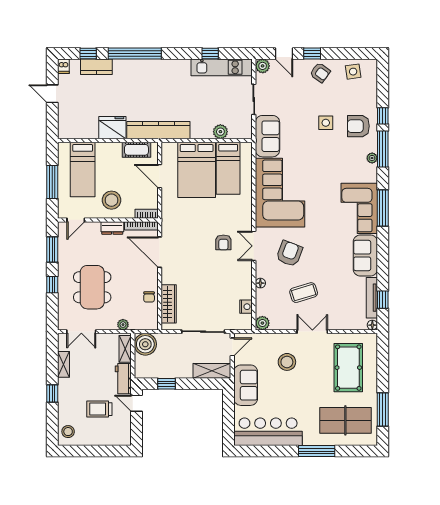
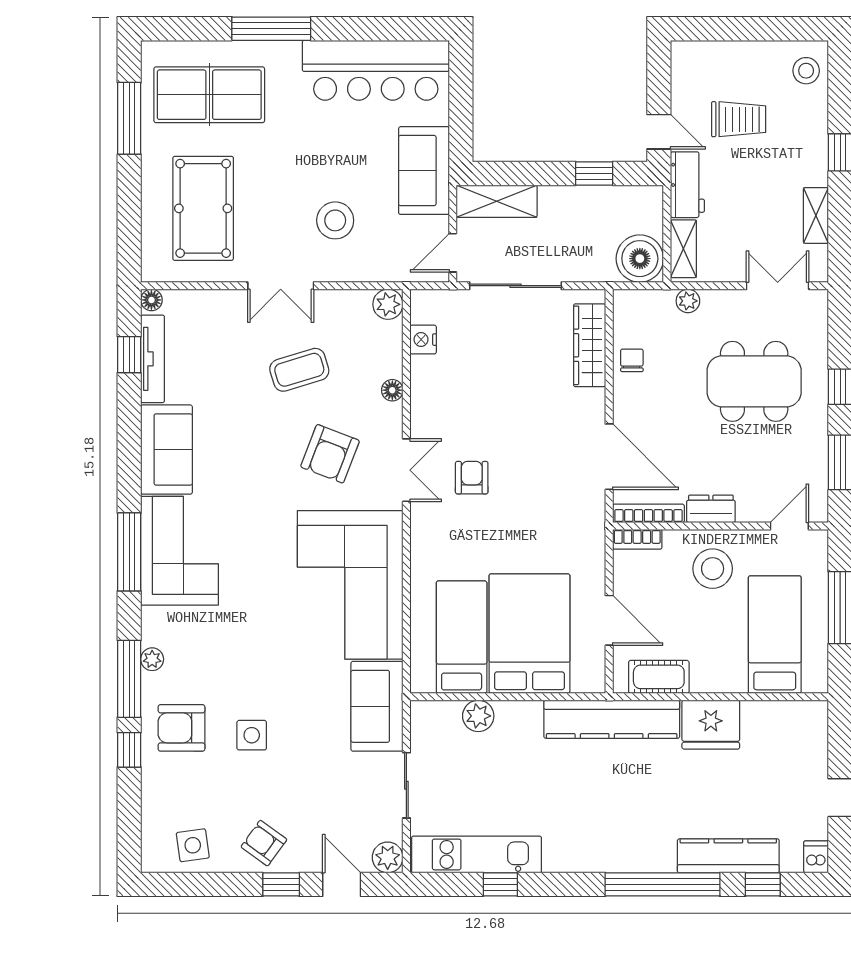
kitchen counter: (96, 67) -> (728, 856), width x1.50
armchair: (358, 126) -> (181, 728), turned 180
dining table: (92, 287) -> (754, 381), turned 90

